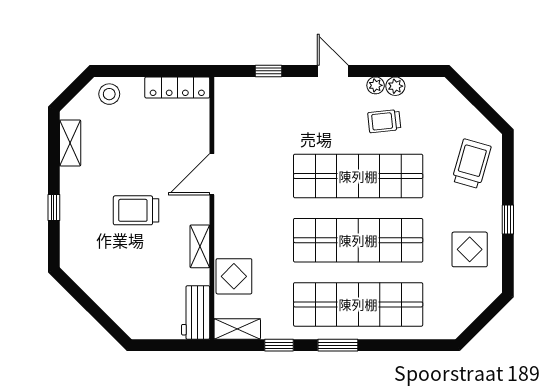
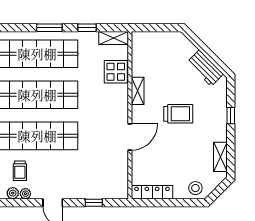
trolley: (384, 121) -> (20, 171), turned 96
workbench: (196, 312) -> (205, 68), moved, turned 135

